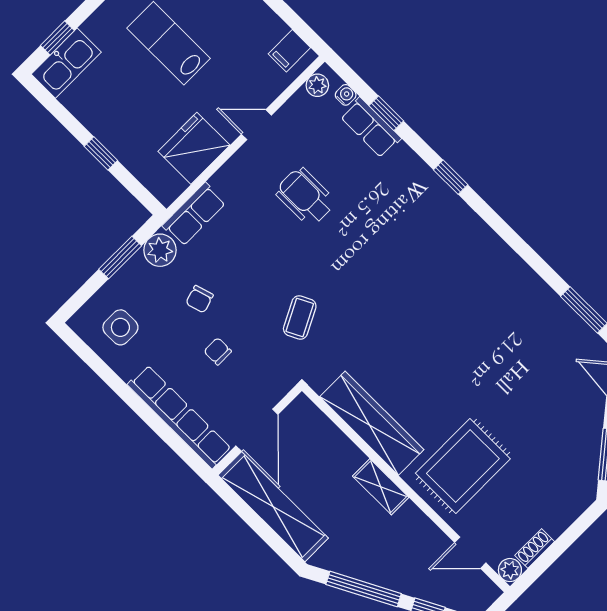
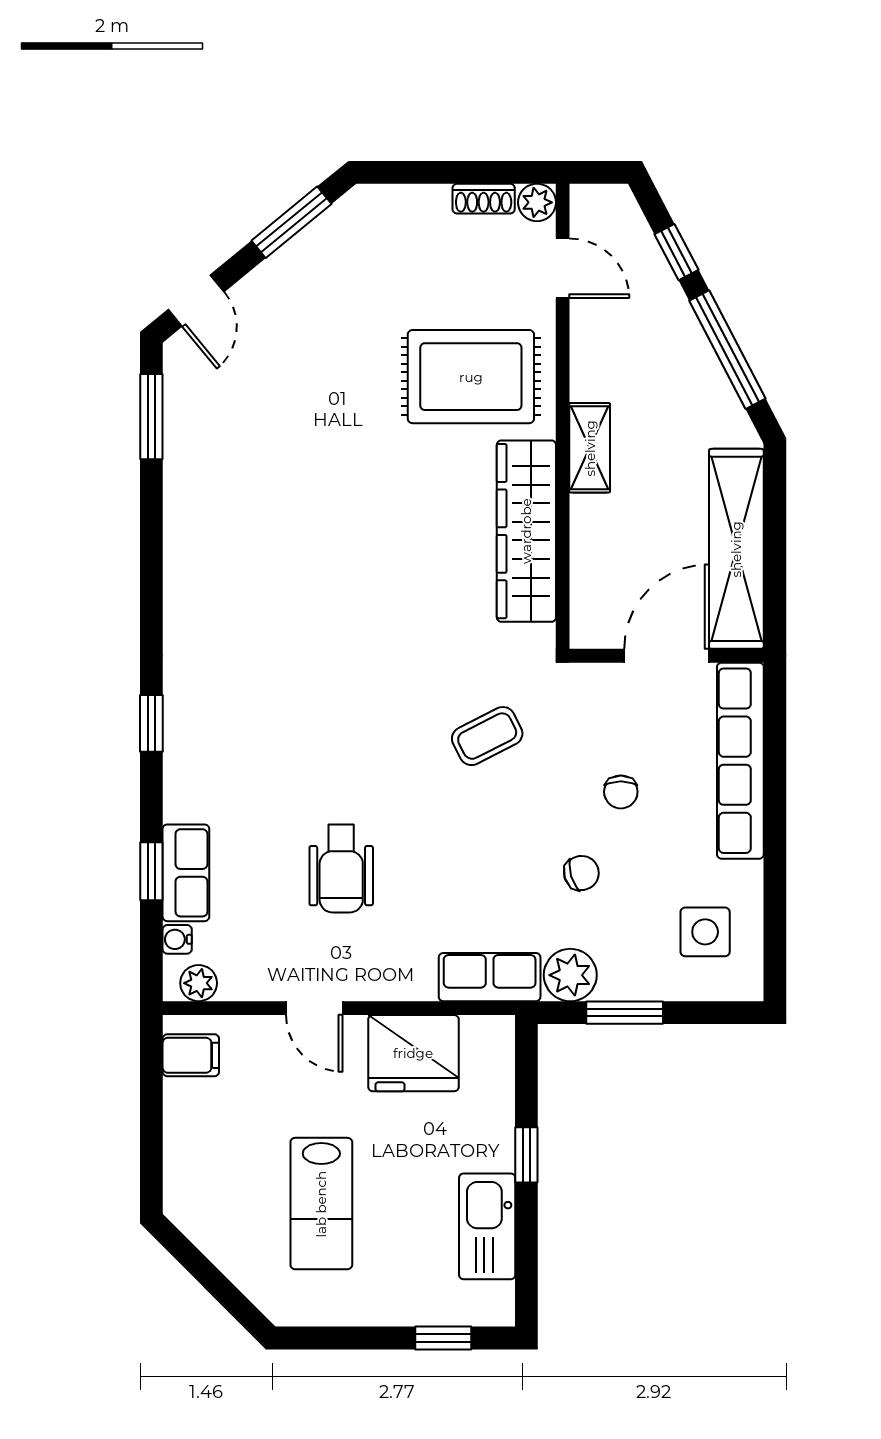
kitchen sink: (66, 63) -> (487, 1226), moved, turned -90

